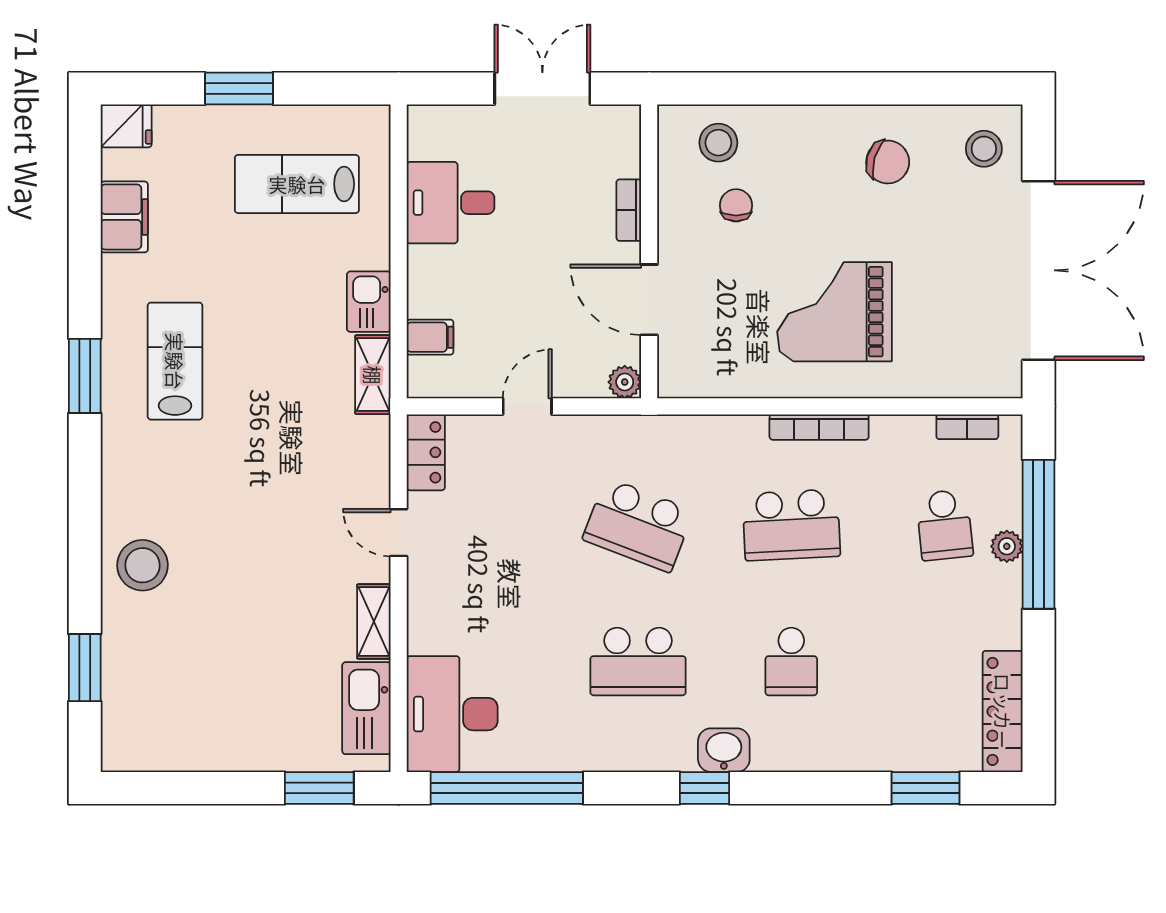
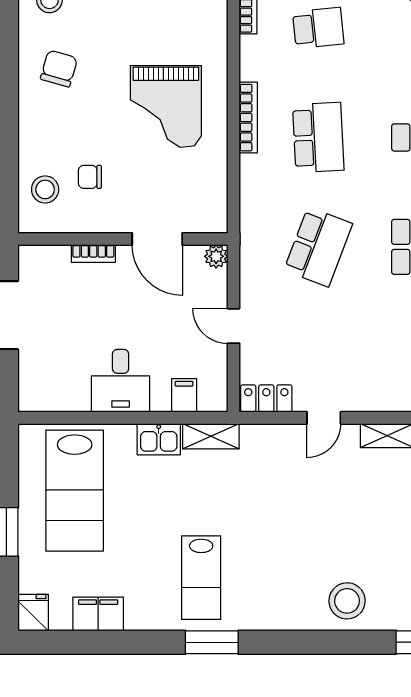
lab bench: (297, 184) -> (75, 491), width x1.36, depth x1.39
desk: (451, 203) -> (121, 381), moved
door: (649, 300) -> (157, 239), hinge flipped
lab bench: (175, 361) -> (201, 578), turned -90

